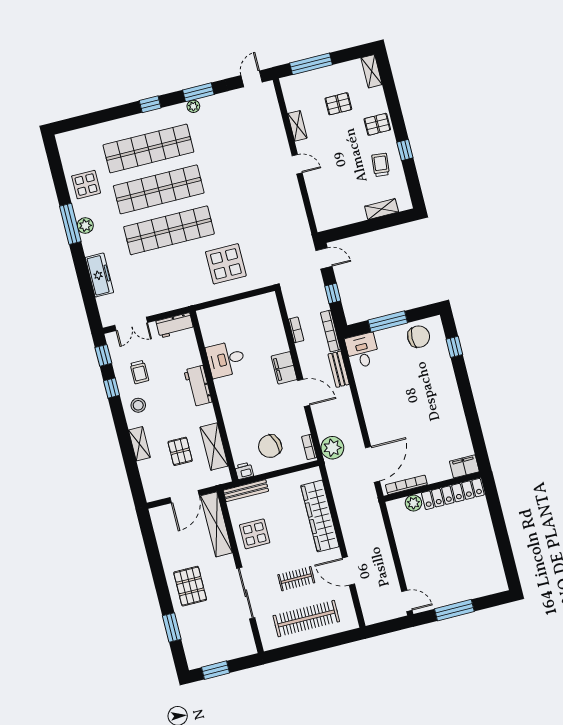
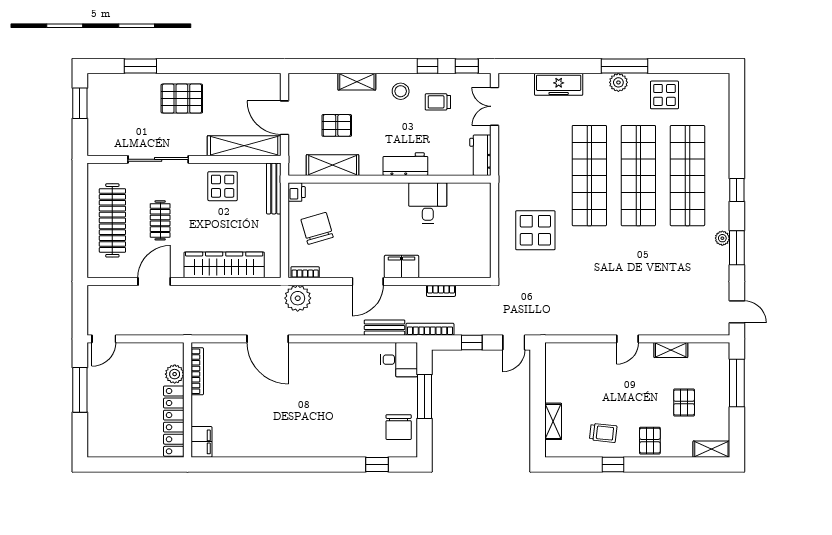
filing cabinet: (464, 466) -> (201, 442), moved
bookcase: (406, 485) -> (197, 371), moved
wall: (432, 487) -> (188, 400), moved
locker: (453, 494) -> (174, 421), moved
plant: (413, 503) -> (175, 374), moved

